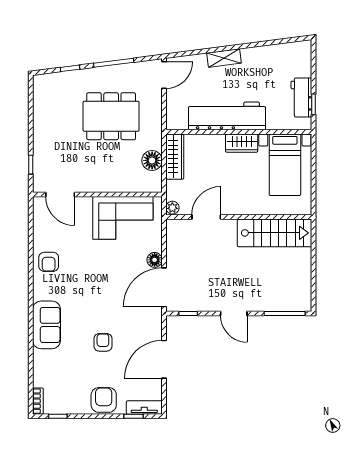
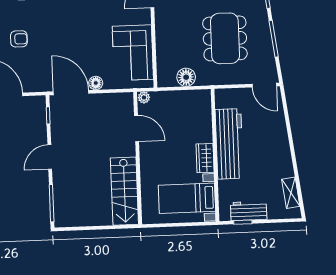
shelving: (224, 58) -> (291, 193), moved
wardrobe: (175, 157) -> (190, 98), removed

